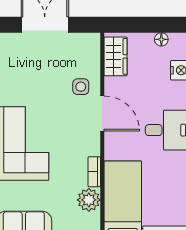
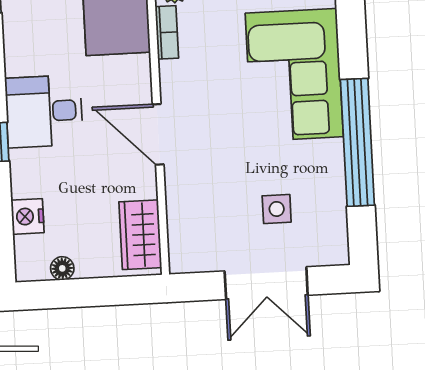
side table: (81, 87) -> (277, 209), moved

